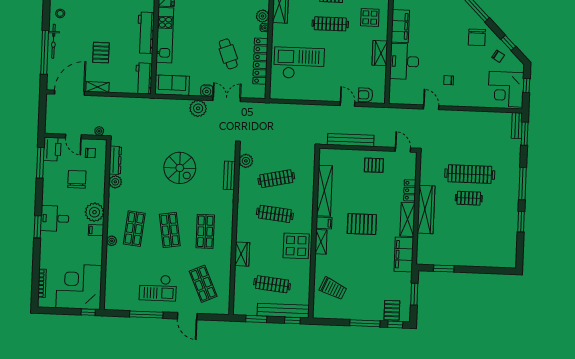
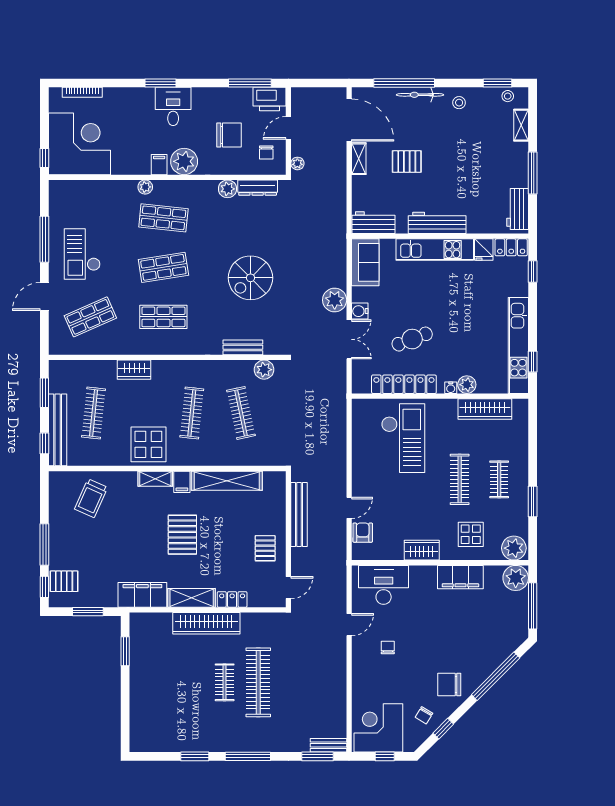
desk: (404, 61) -> (384, 585), moved

